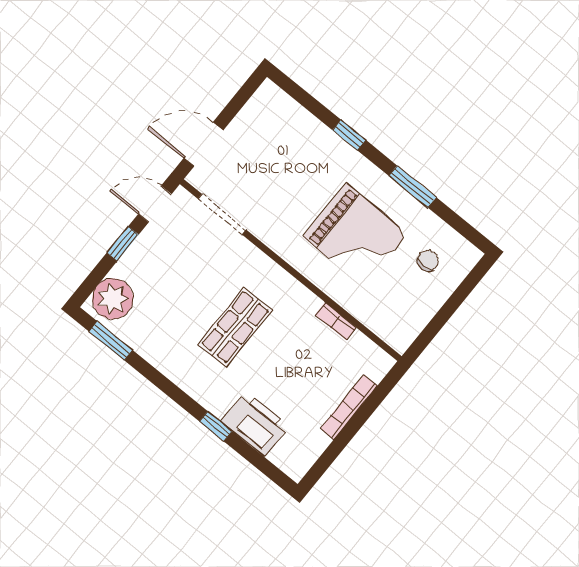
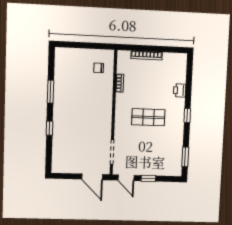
grand piano: (355, 235) -> (84, 99), removed
chair: (428, 261) -> (99, 68), moved
plant: (113, 299) -> (170, 167), removed
printer: (255, 424) -> (180, 90), width x0.53, depth x0.68
window: (216, 426) -> (187, 116), moved

